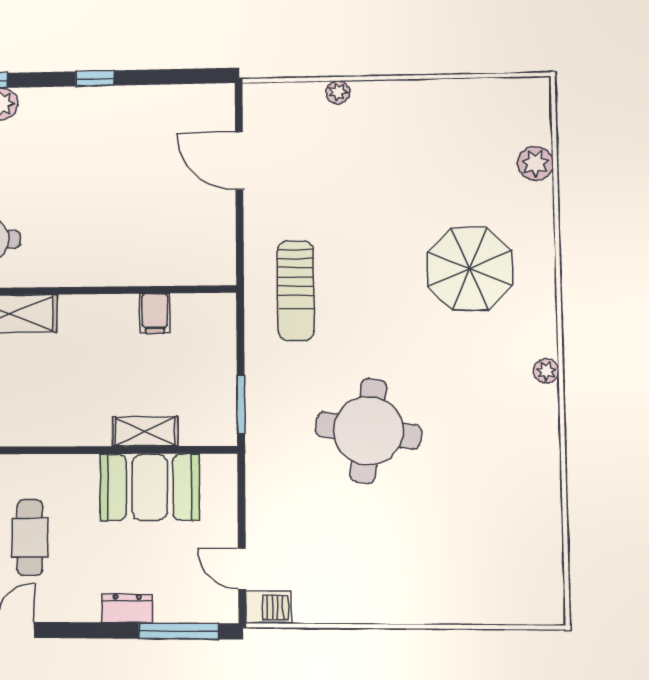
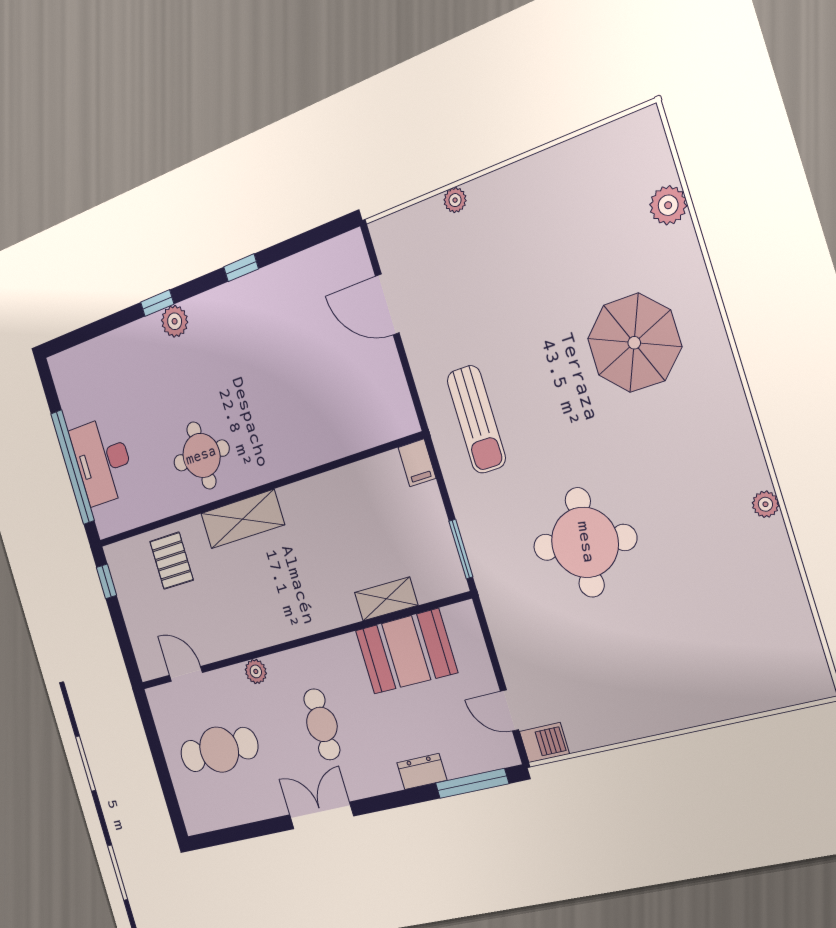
filing cabinet: (155, 313) -> (417, 463), moved
plant: (546, 371) -> (765, 504), moved

